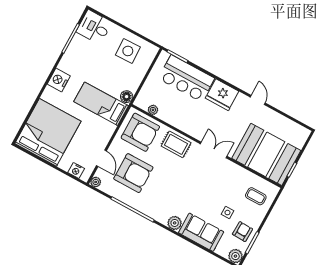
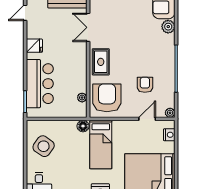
side table: (128, 51) -> (44, 146), turned 37
fridge: (222, 95) -> (34, 46), width x0.53, depth x0.75
armchair: (133, 173) -> (145, 85), width x0.53, depth x0.53

